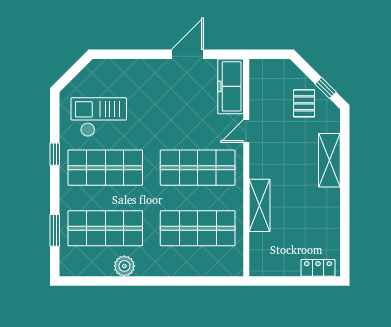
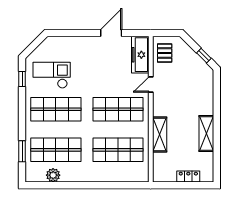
pallet: (304, 103) -> (165, 53), moved
window: (55, 154) -> (22, 79), moved
shelving: (329, 160) -> (206, 134), moved
plant: (124, 266) -> (53, 175), moved
locker: (318, 268) -> (188, 176), moved

